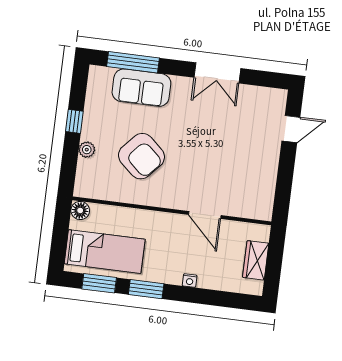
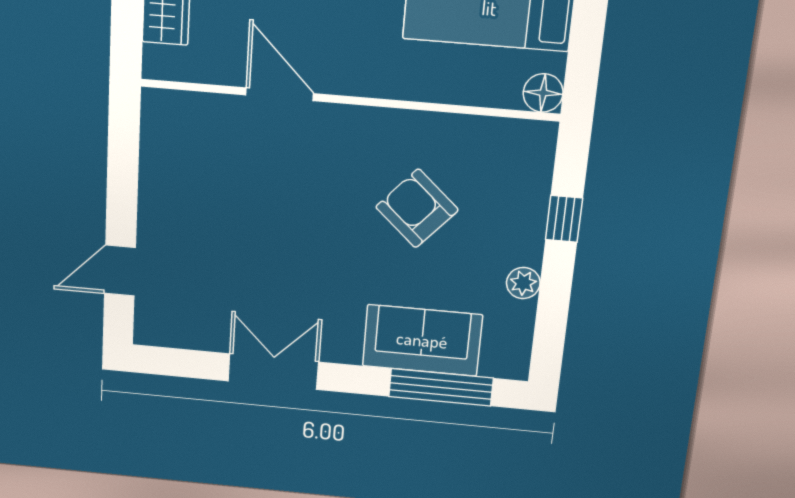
window: (74, 121) -> (564, 219), moved
plant: (87, 150) -> (523, 283), moved
armchair: (141, 156) -> (417, 208), width x0.73, depth x0.73

